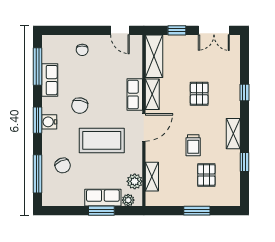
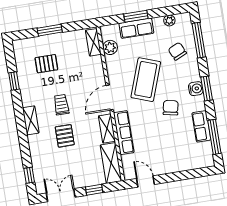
chair: (82, 50) -> (177, 158), removed
window: (244, 92) -> (29, 175), moved
row of seats: (135, 95) -> (124, 133), width x1.48
shelving: (233, 134) -> (31, 120), moved
coffee table: (102, 140) -> (146, 80), turned -70
trolley: (193, 145) -> (61, 105), moved
pallet: (206, 175) -> (46, 64), turned 90
shelving: (152, 177) -> (93, 42), moved
plant: (128, 200) -> (169, 20), moved

